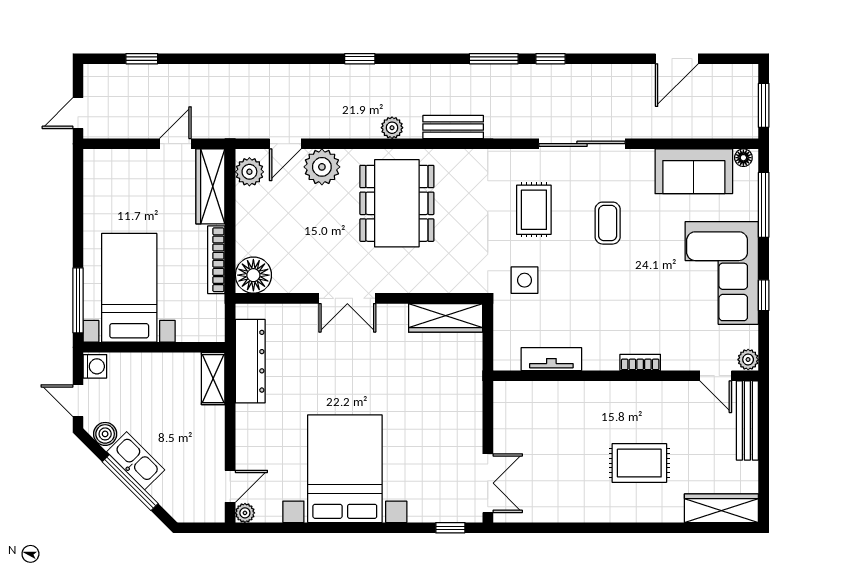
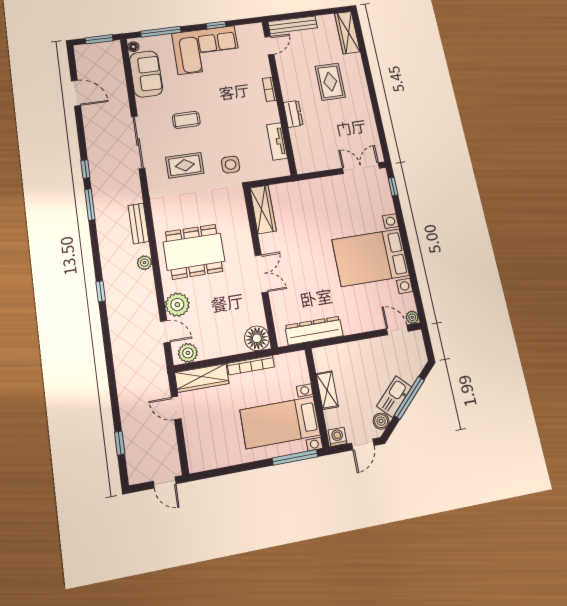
plant: (748, 360) -> (256, 29), removed
shelving: (213, 379) -> (327, 390), moved, turned 90
dresser: (593, 393) -> (293, 114), added

